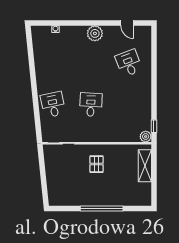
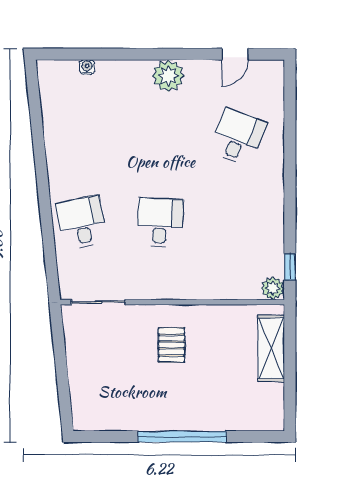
door: (127, 23) -> (235, 54), hinge flipped
desk: (129, 63) -> (238, 137), turned 42

